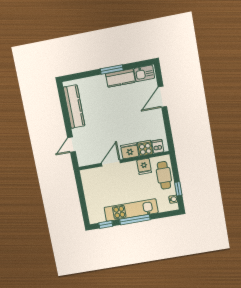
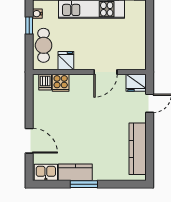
door: (162, 97) -> (29, 141), hinge flipped
fridge: (130, 151) -> (136, 83), moved

